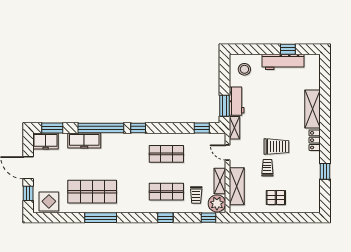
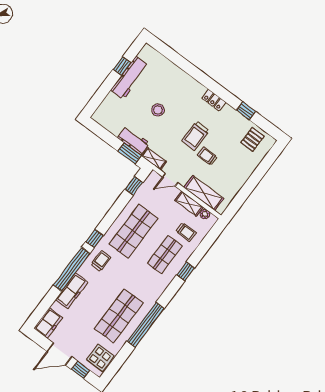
stool: (244, 69) -> (158, 110), moved
shelving: (313, 109) -> (187, 83), removed
window: (52, 128) -> (42, 309), removed
trolley: (124, 146) -> (101, 261), added
trolley: (276, 147) -> (195, 136), turned 180
shop shelf: (166, 154) -> (134, 231), width x1.43, depth x1.36
pallet: (276, 198) -> (253, 139), moved
plant: (217, 203) -> (205, 214), width x0.53, depth x0.53
window: (101, 218) -> (146, 325), width x1.46
window: (209, 218) -> (212, 236), removed

